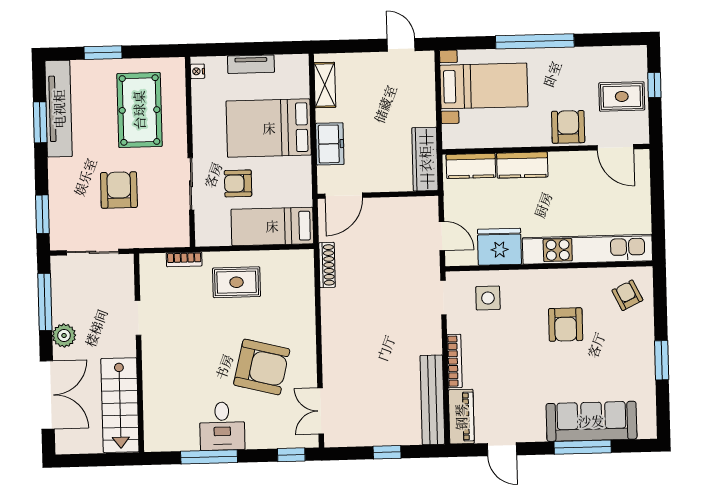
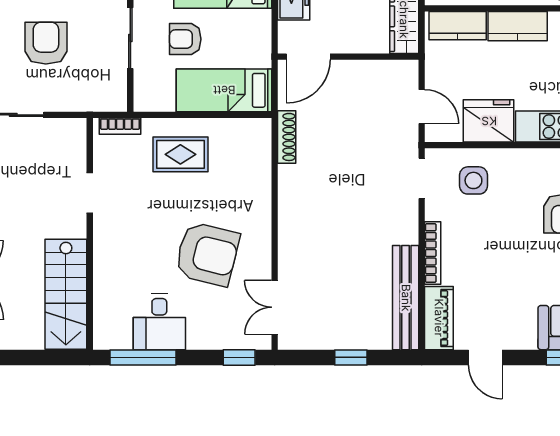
doorway: (138, 318) -> (90, 193), moved
wall: (139, 353) -> (90, 234), moved
stairs: (120, 405) -> (66, 294), moved

